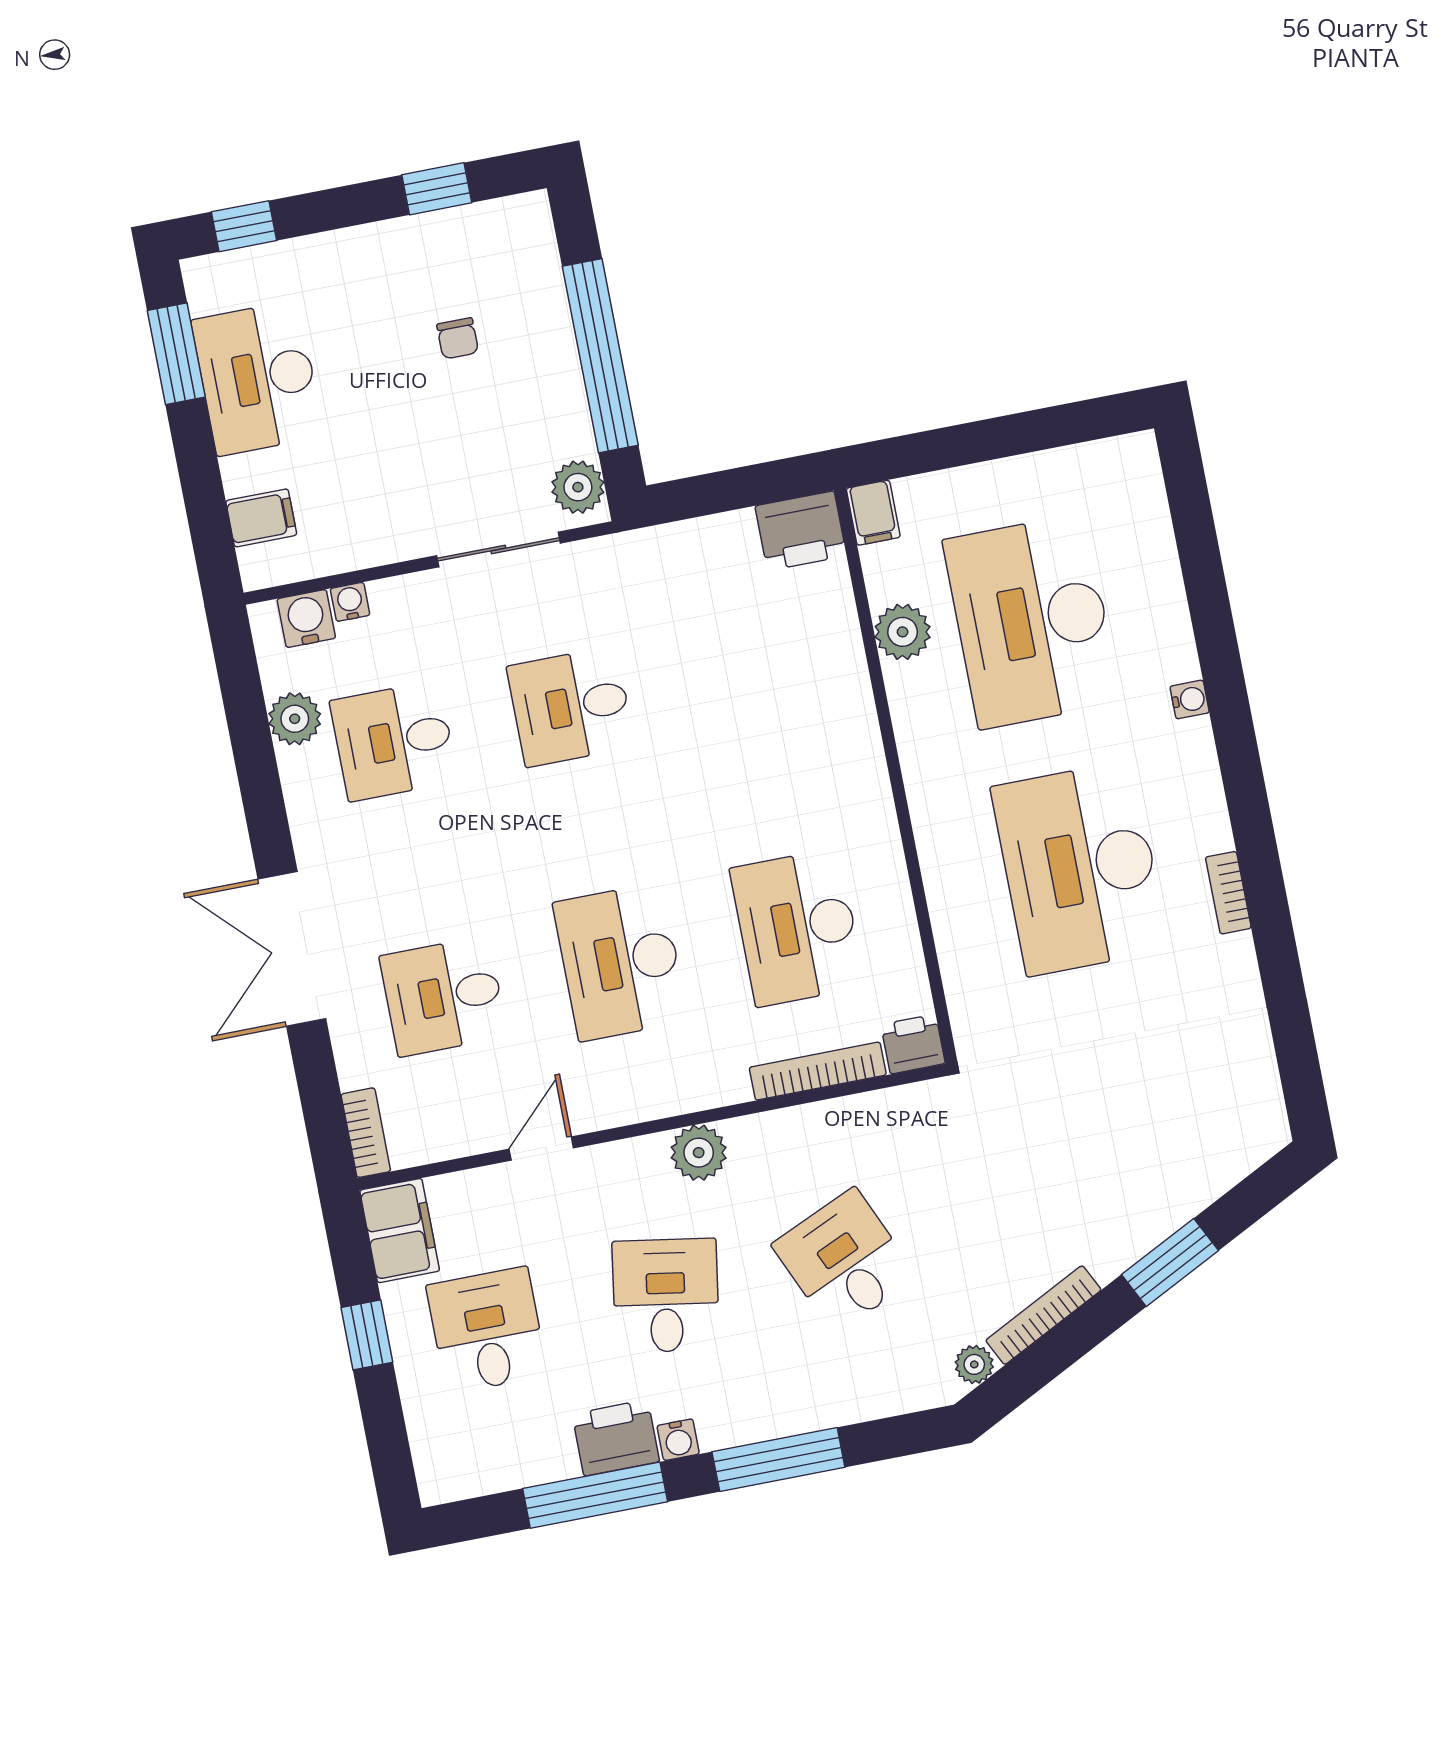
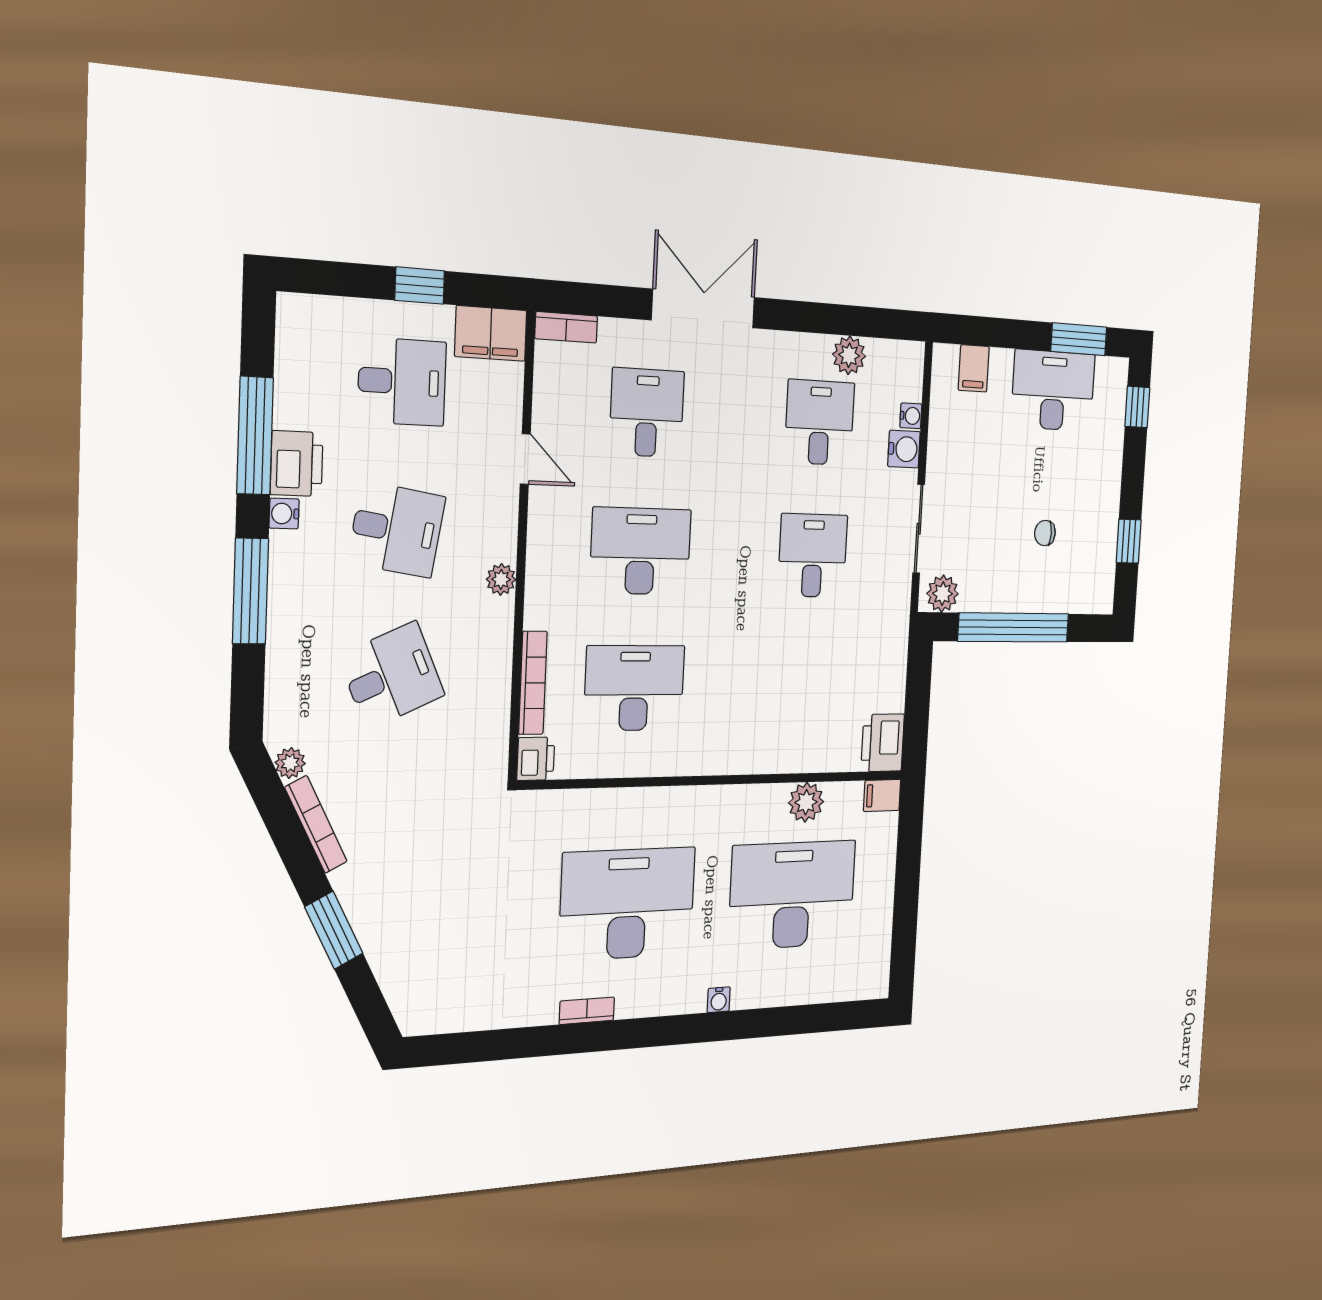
water cooler: (306, 619) -> (904, 449), moved
plant: (699, 1153) -> (501, 579), width x0.73, depth x0.73

